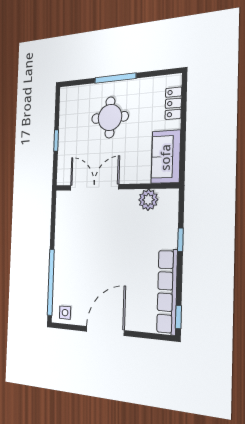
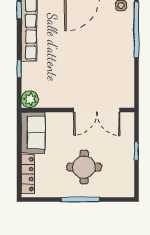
locker: (173, 103) -> (28, 174), width x1.53
plant: (148, 200) -> (30, 99), moved

